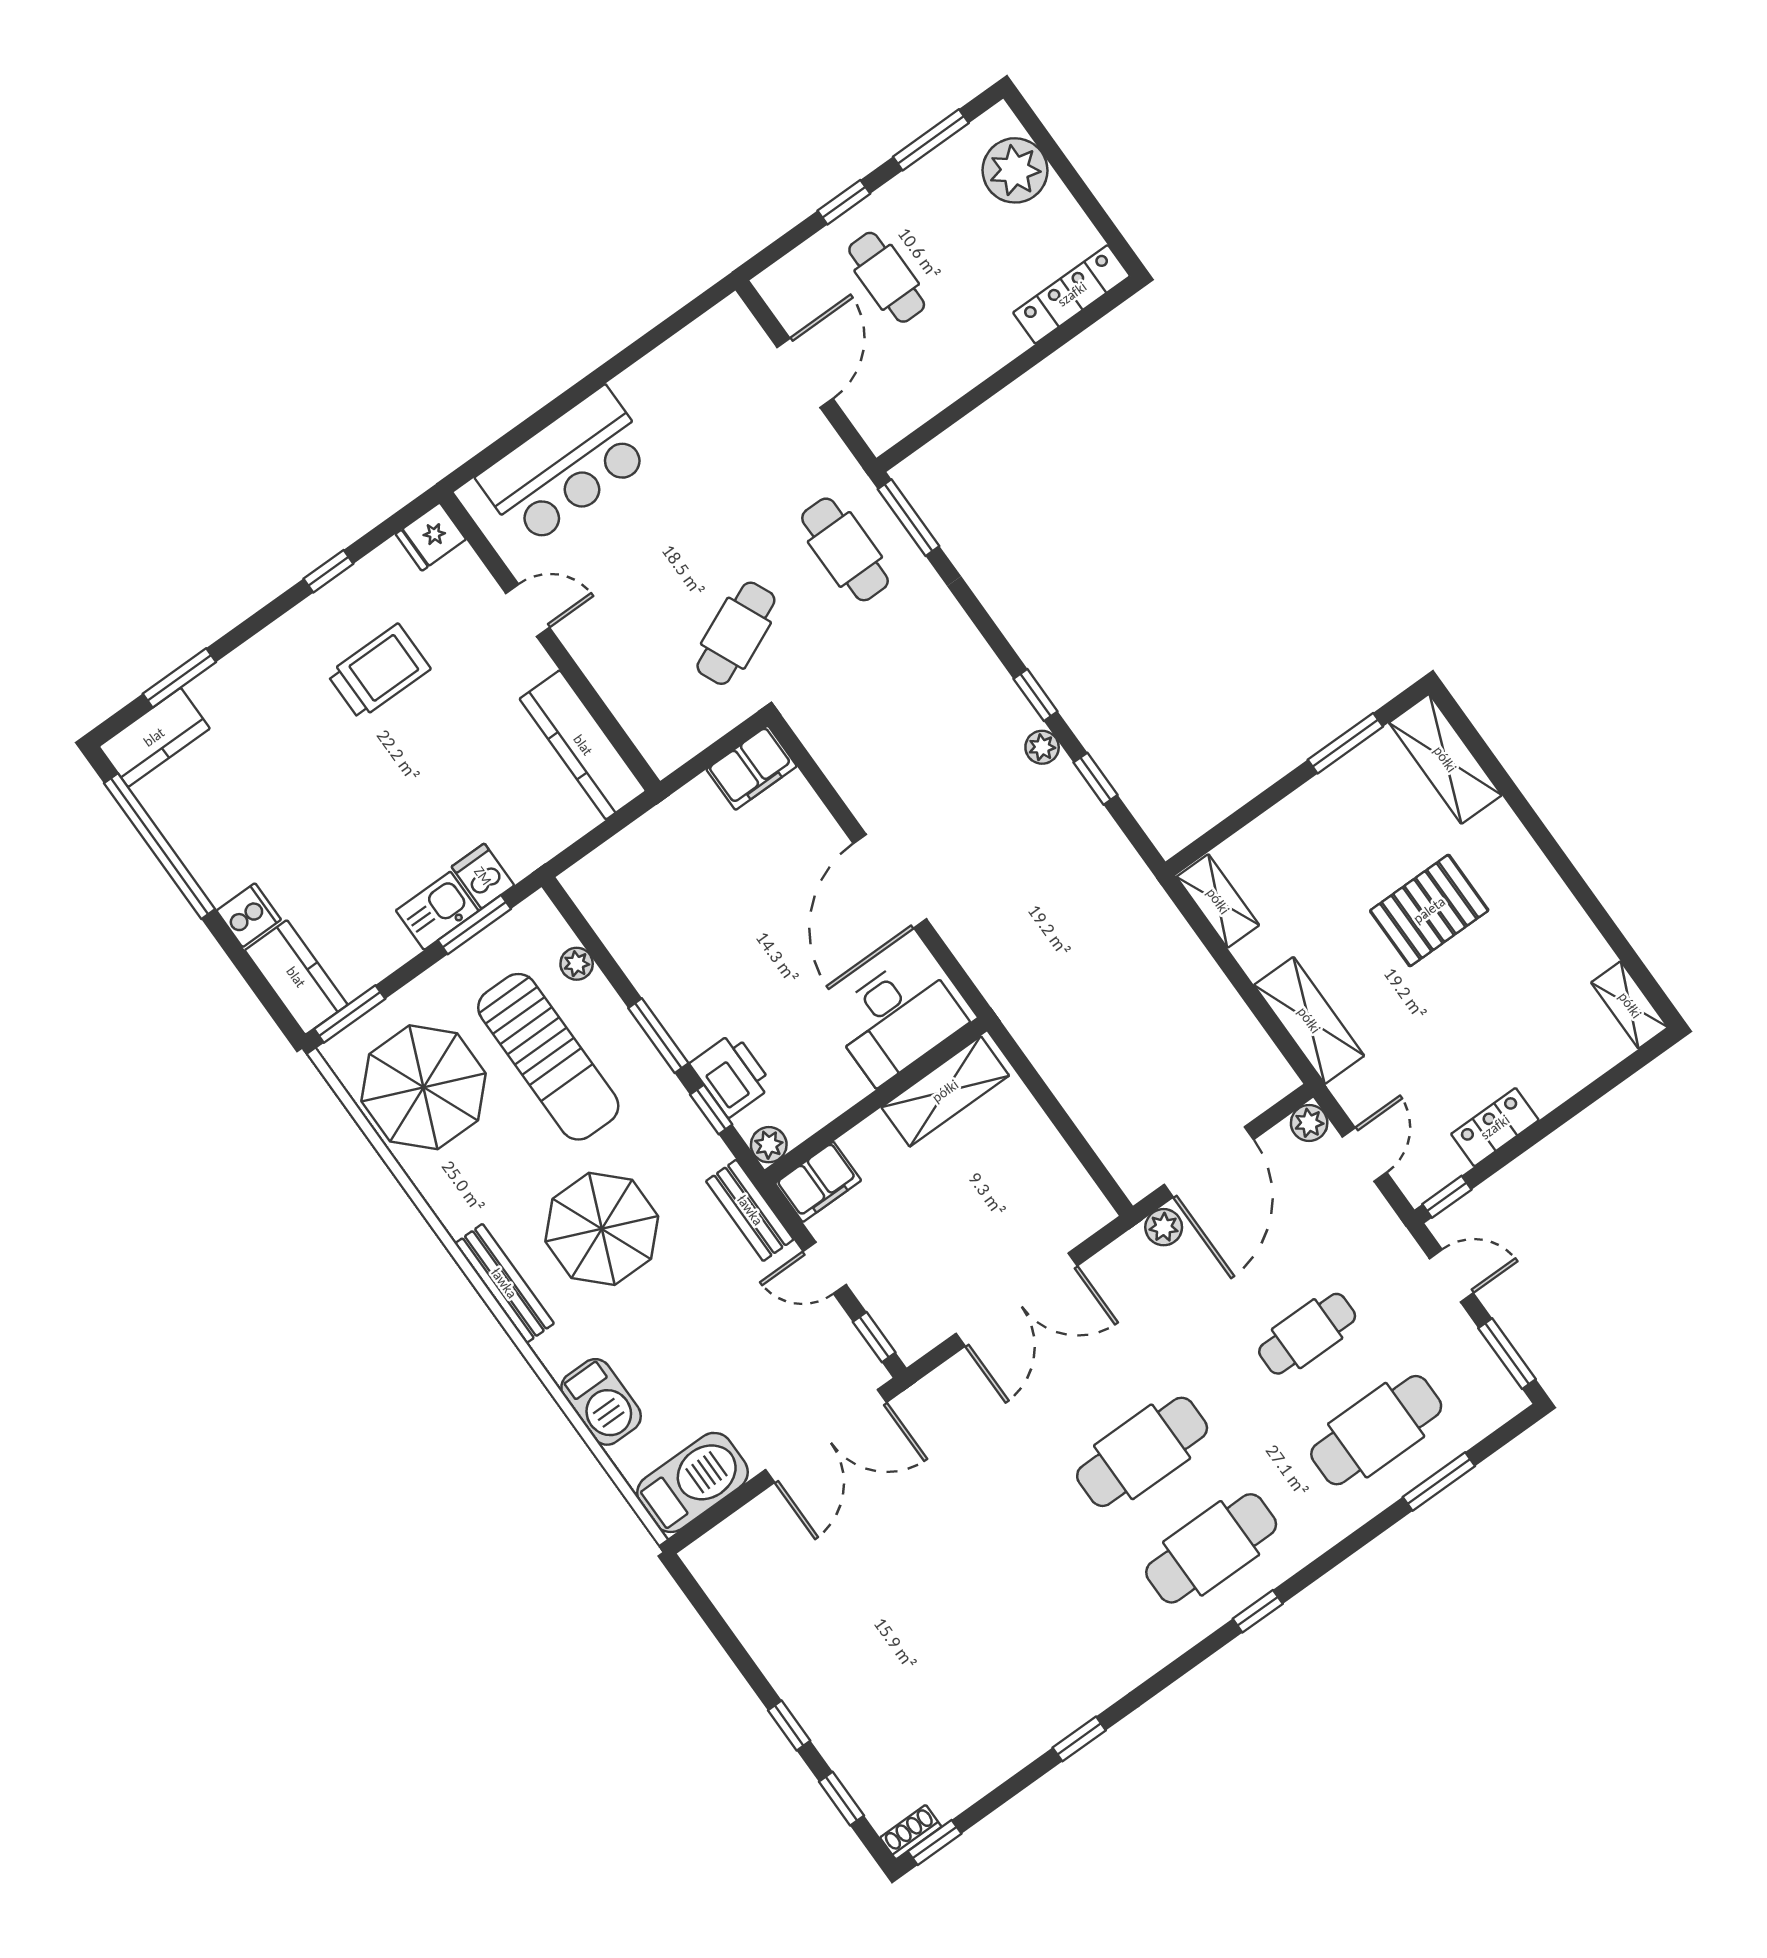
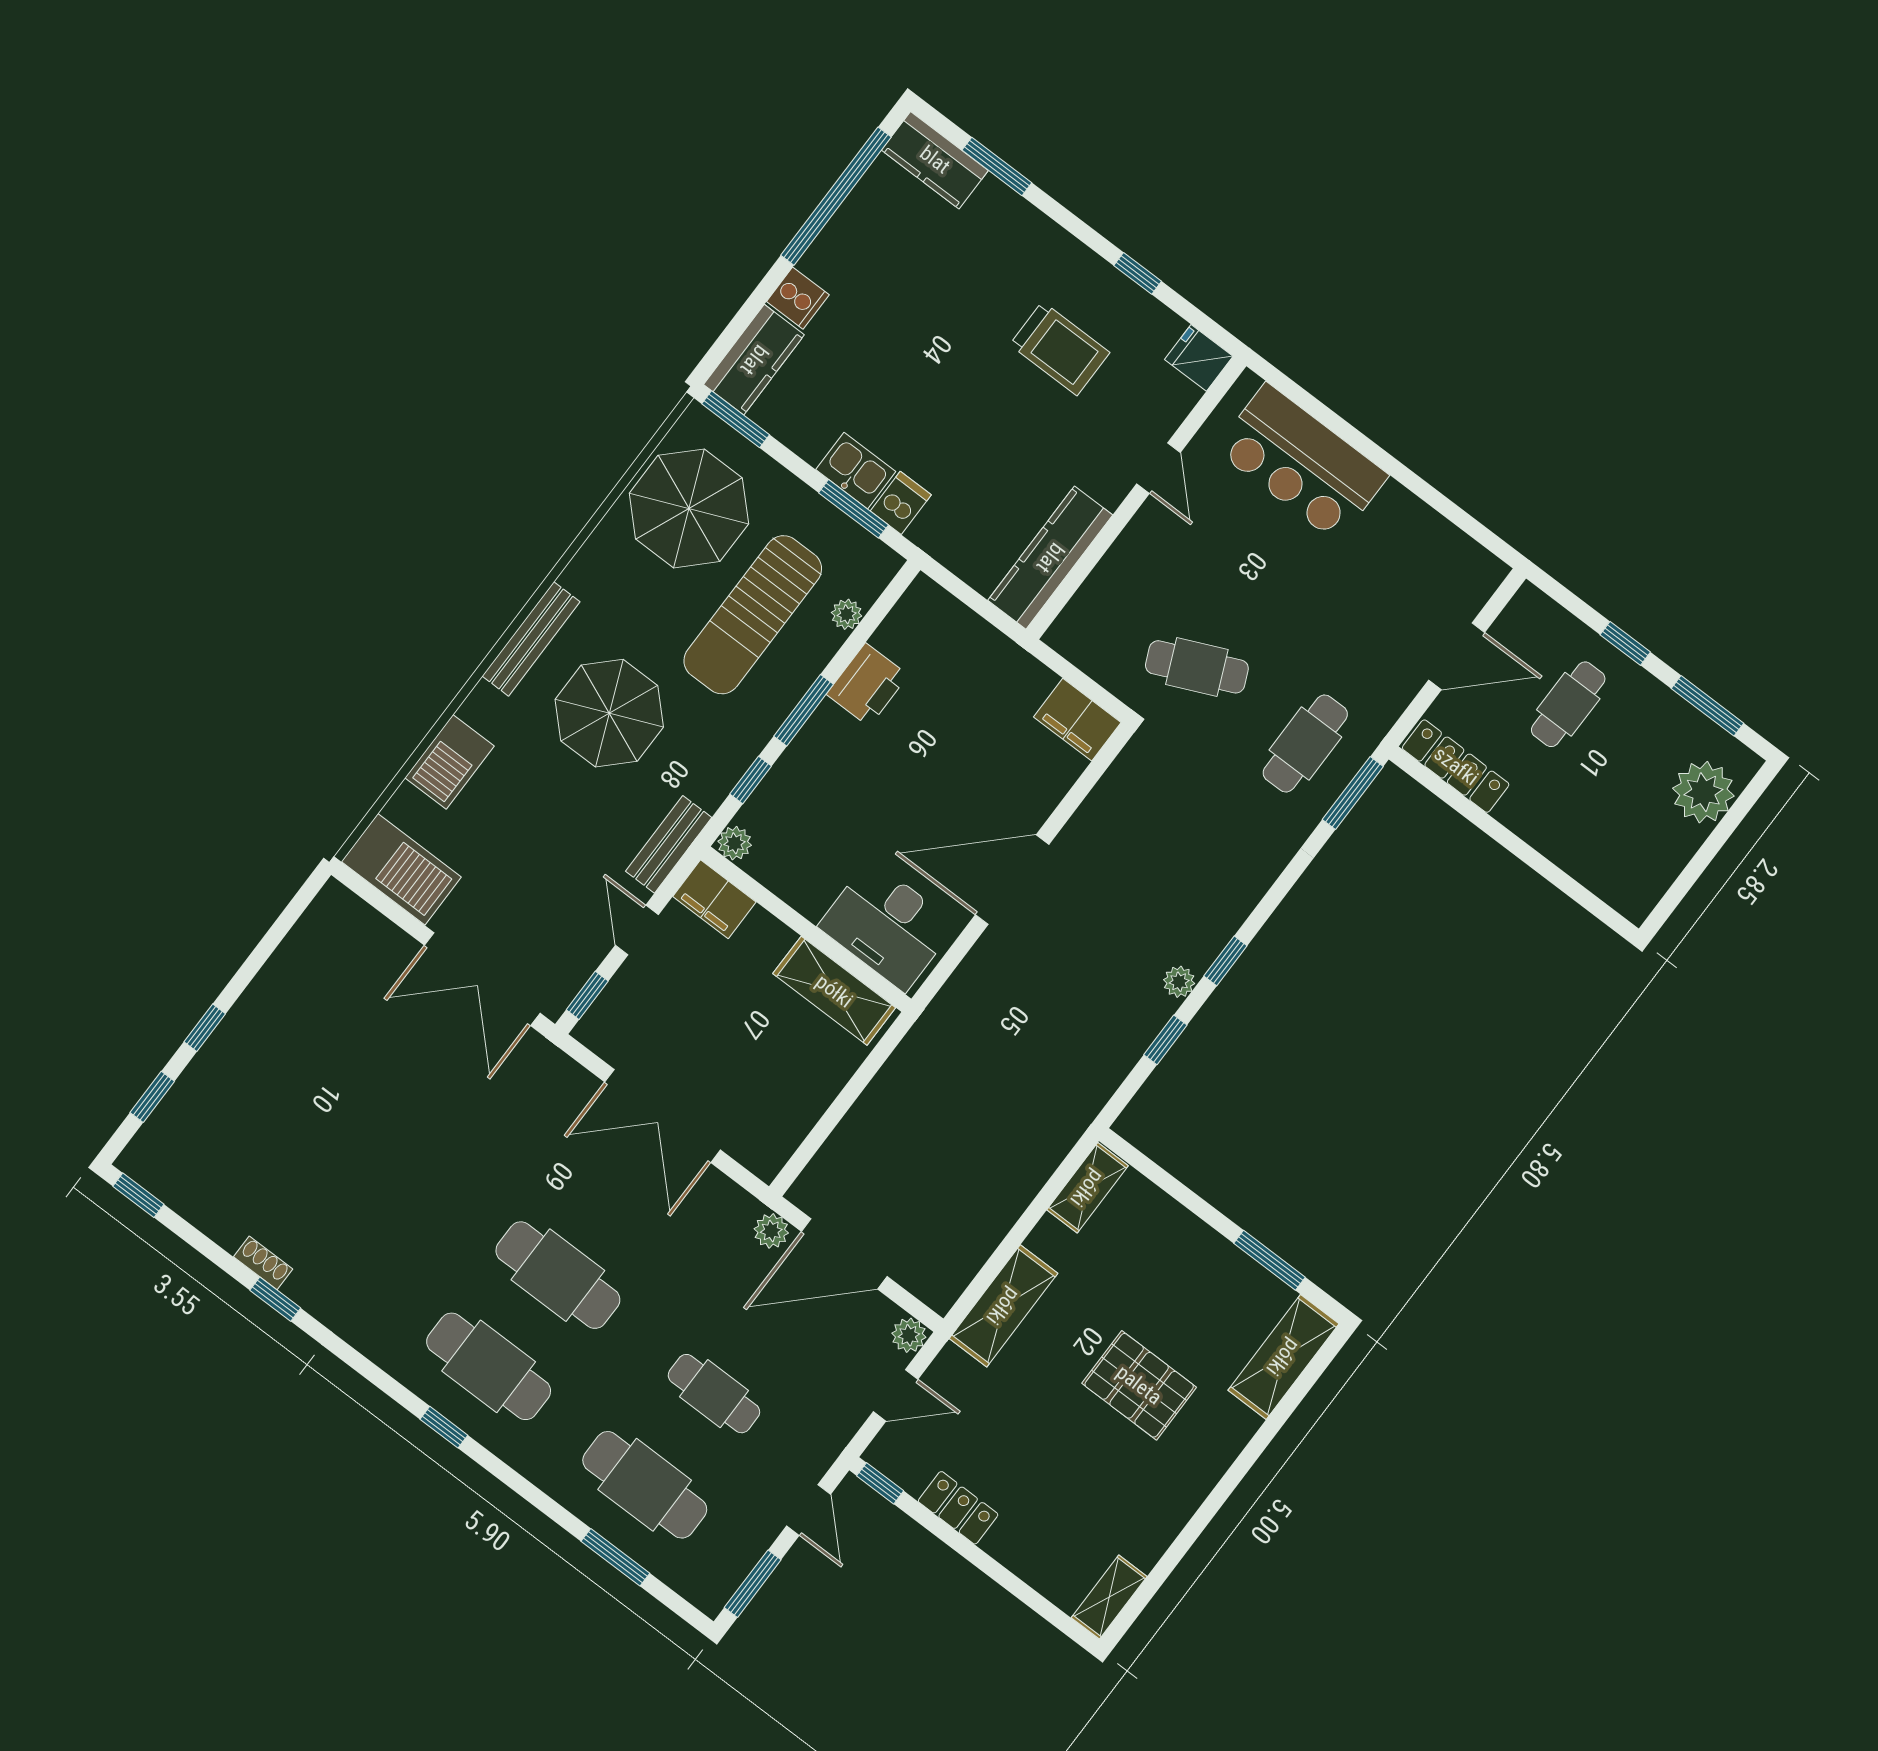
locker: (1072, 294) -> (1456, 766), moved
printer: (731, 1075) -> (867, 685), moved
shoe rack: (911, 1832) -> (263, 1263), moved

